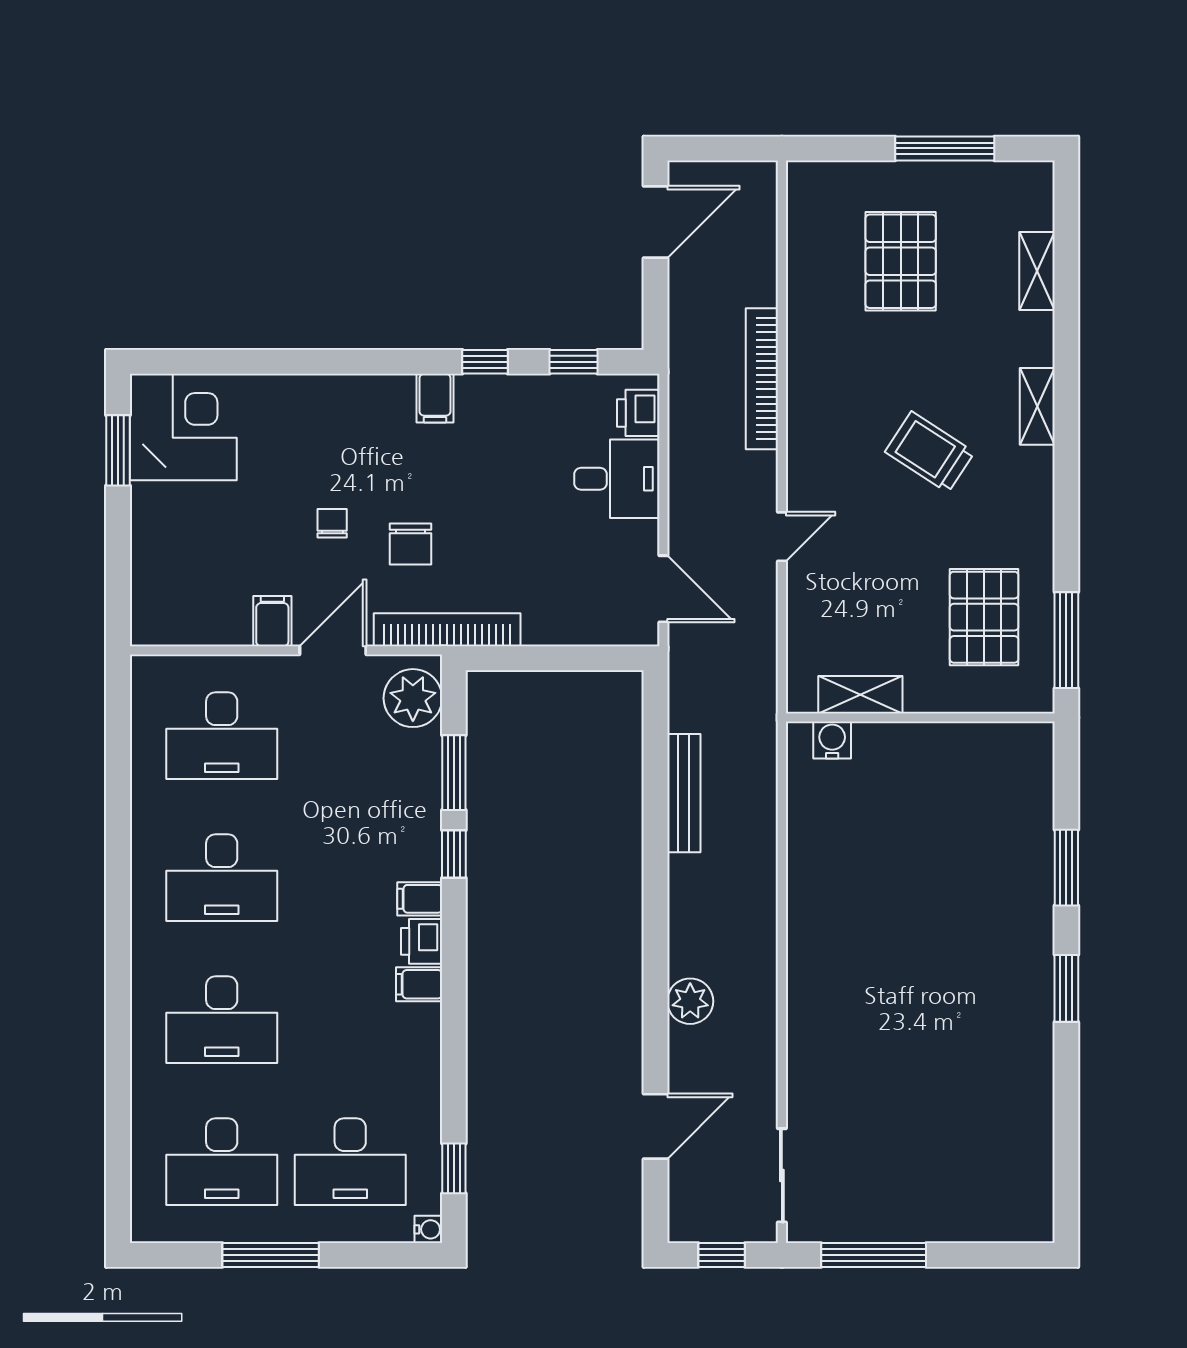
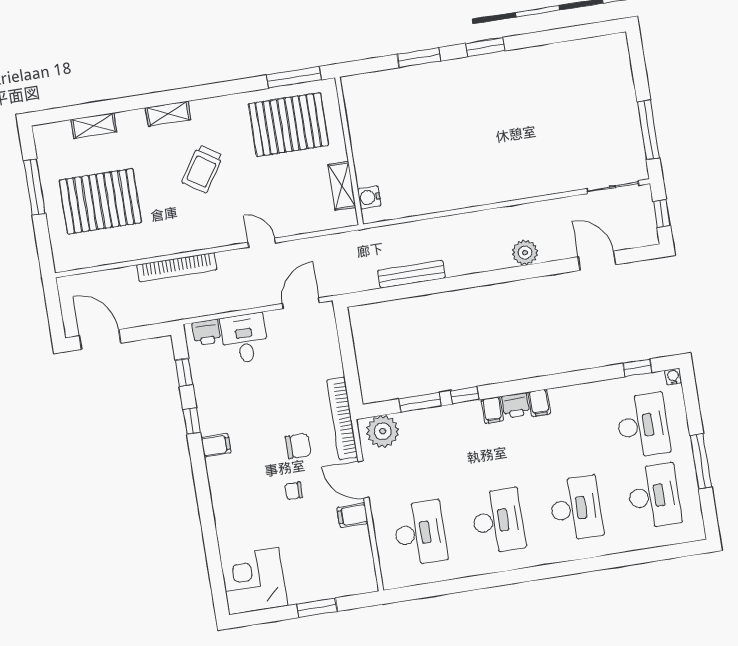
pallet: (901, 261) -> (100, 201), width x1.37, depth x1.41
window: (118, 450) -> (317, 608), moved
pallet: (984, 617) -> (289, 125), width x1.37, depth x1.41

